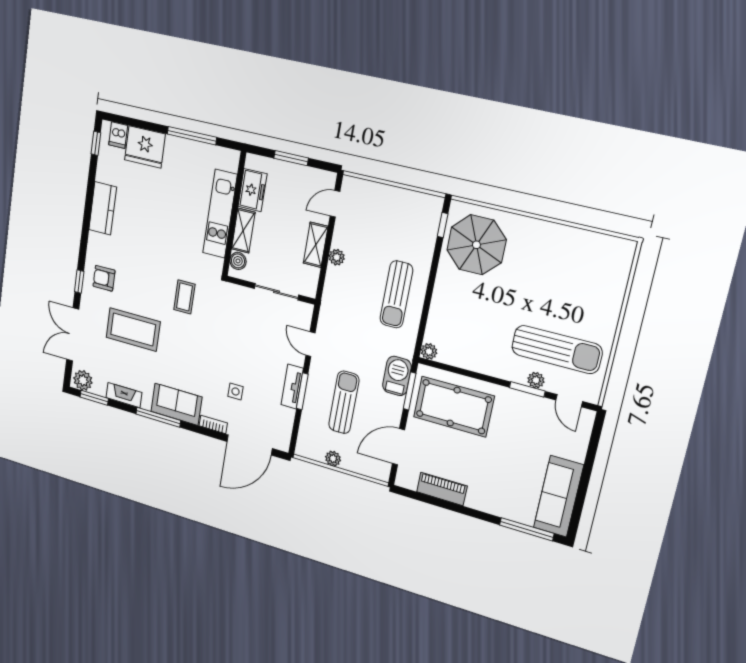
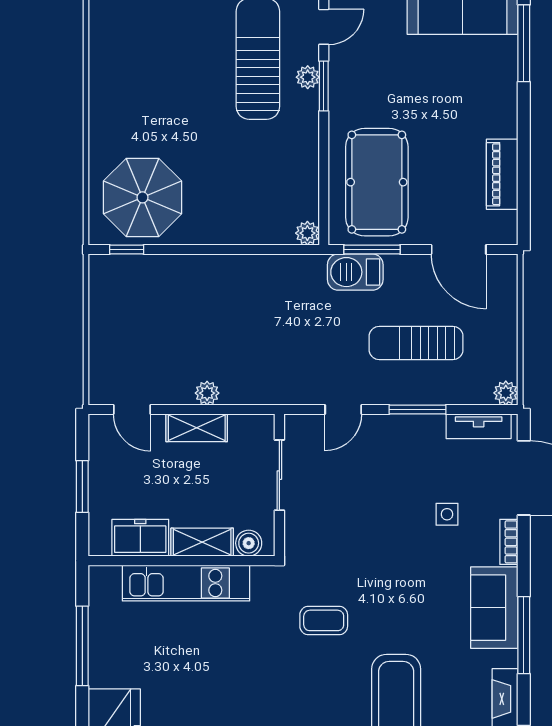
sun lounger: (396, 294) -> (239, 296), removed
tv unit: (292, 386) -> (479, 426), moved
plant: (333, 459) -> (506, 393), moved

